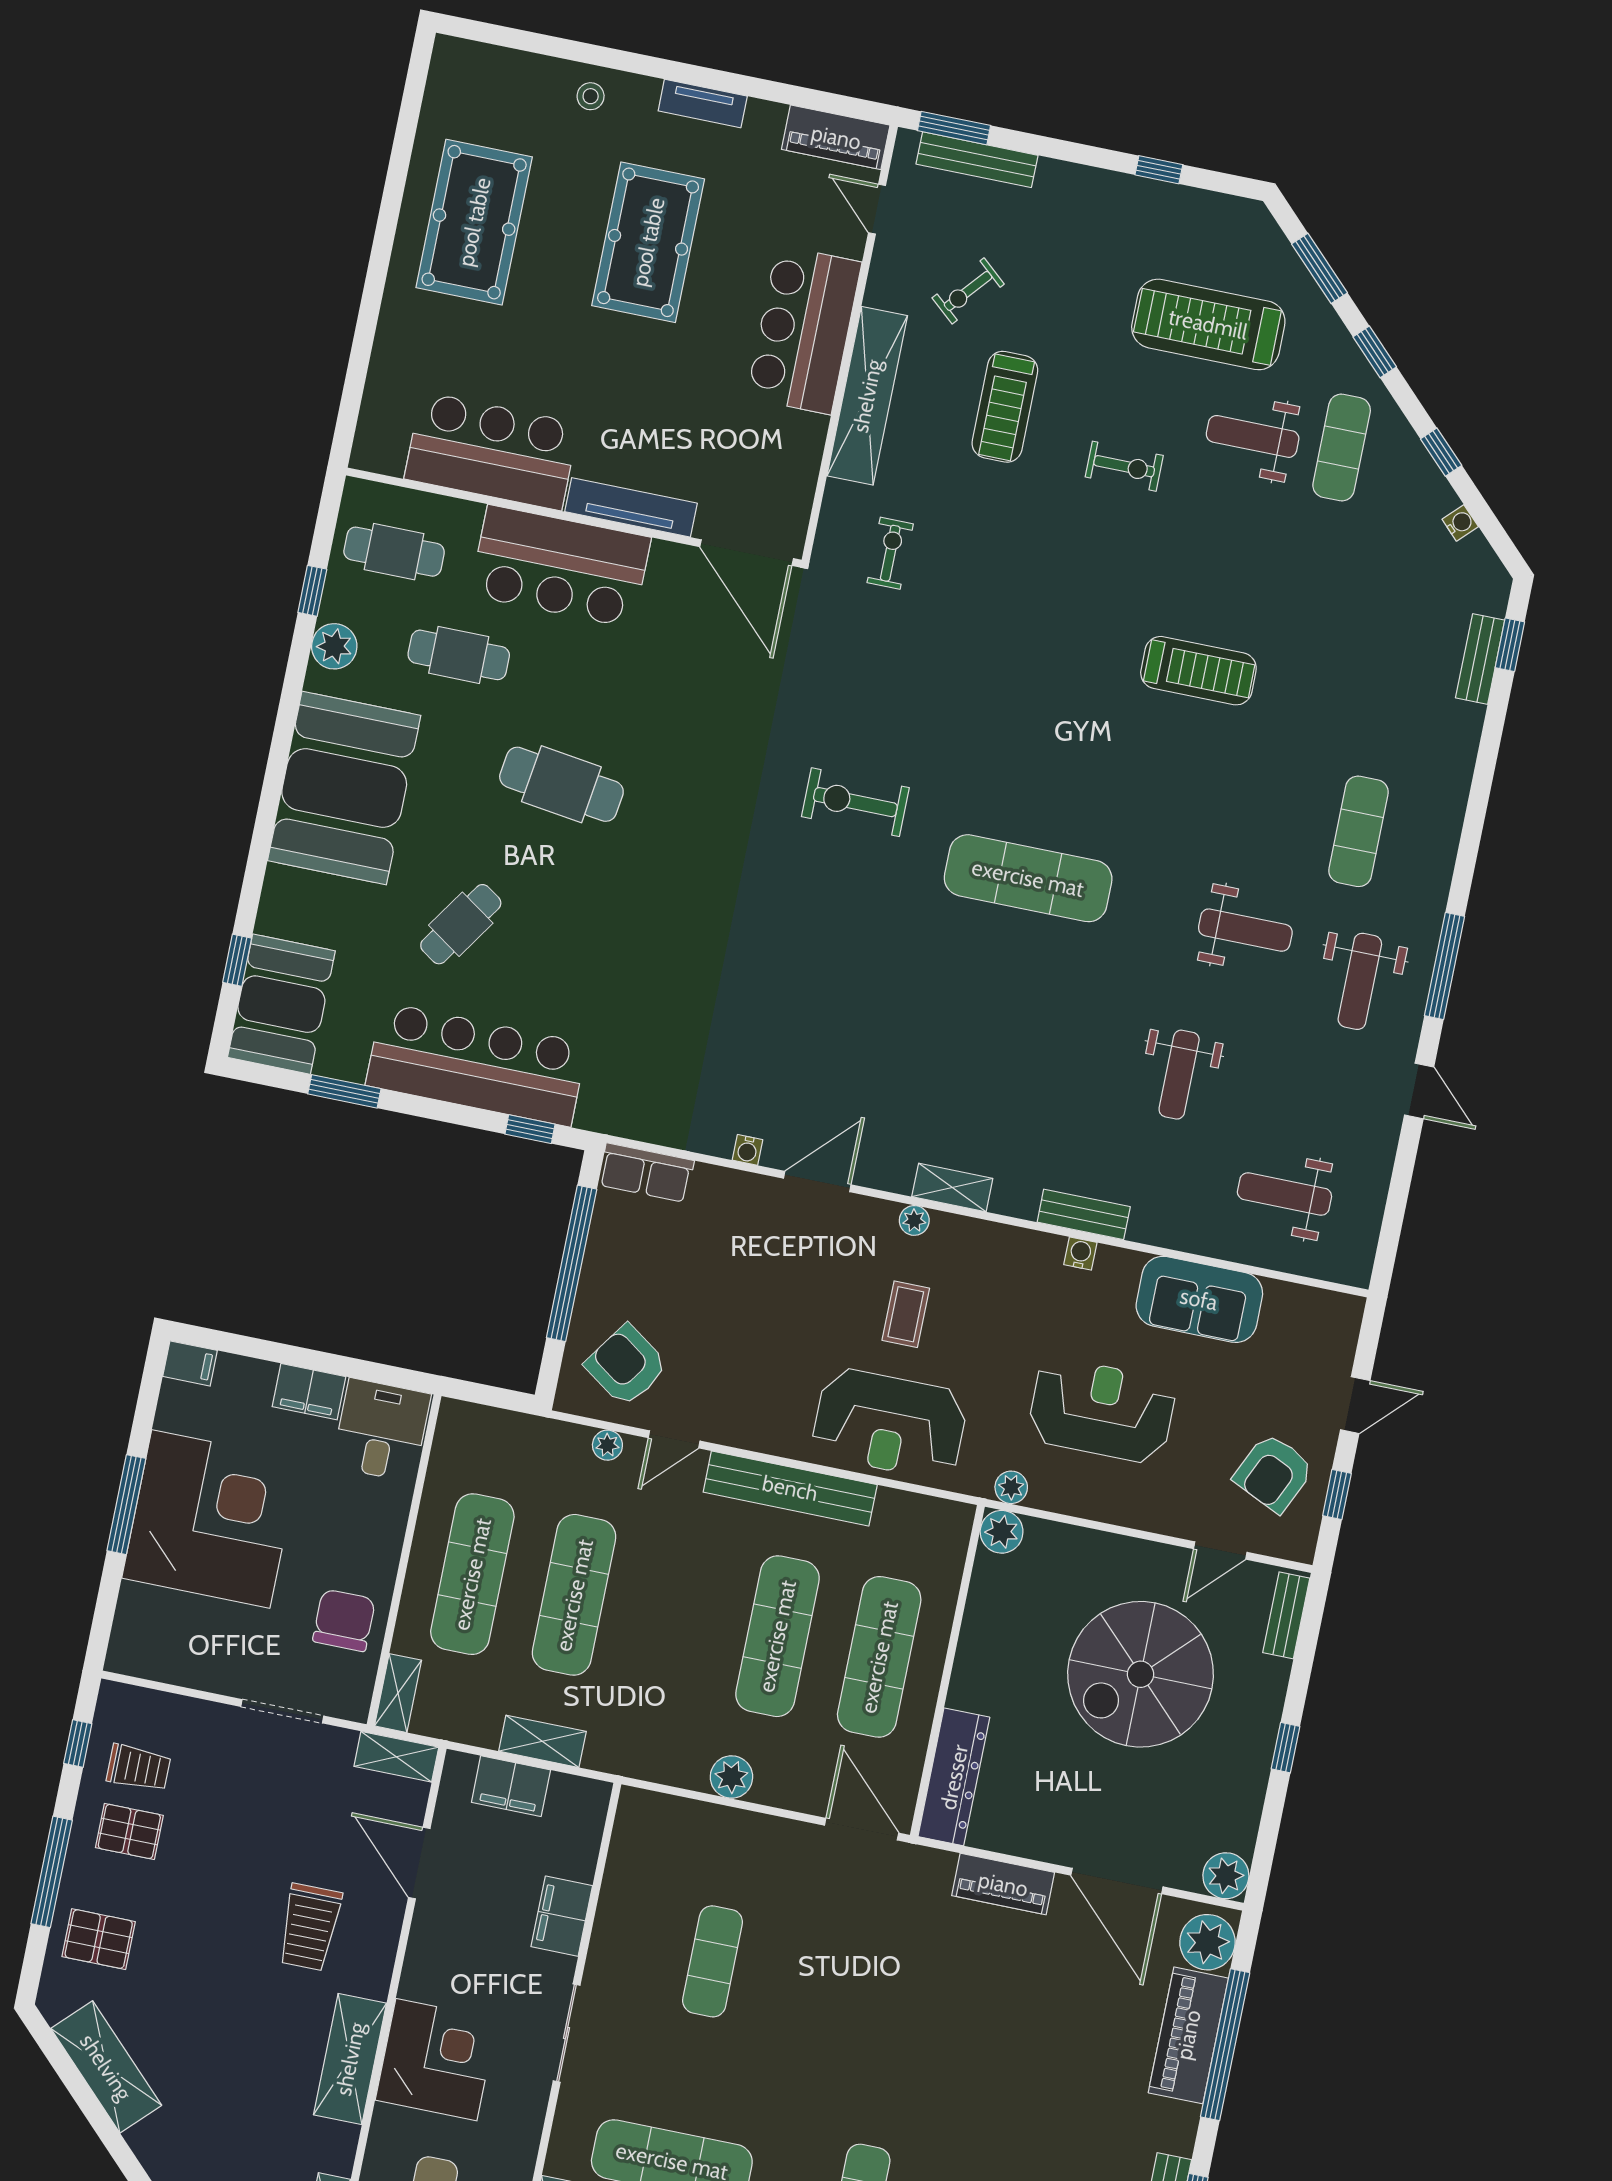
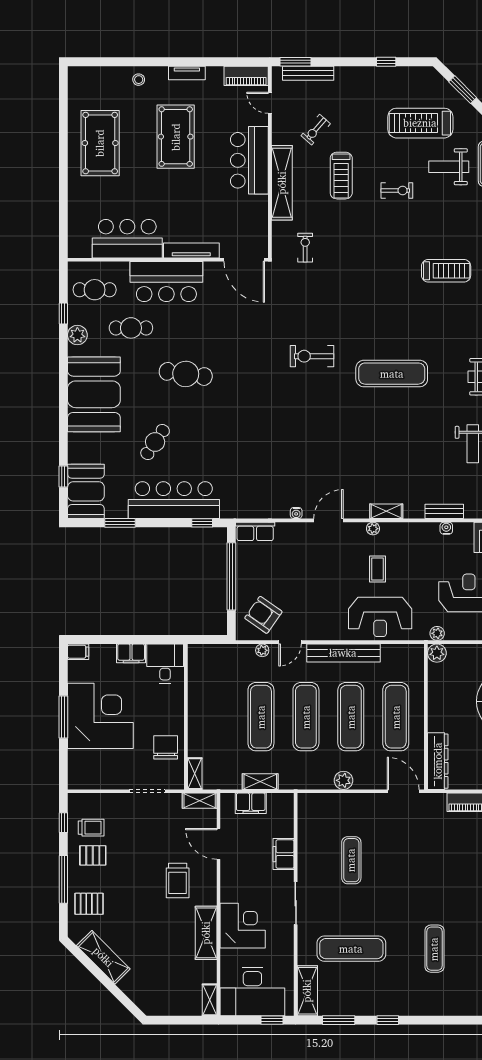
exercise mat: (472, 1574) -> (306, 717), moved

